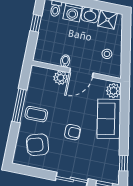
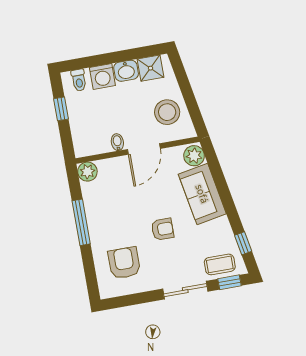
stool: (107, 54) -> (167, 112), width x1.89, depth x1.89
plant: (61, 78) -> (87, 172), moved
coffee table: (36, 114) -> (220, 264), moved
armchair: (38, 145) -> (124, 263), turned 107

